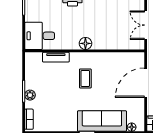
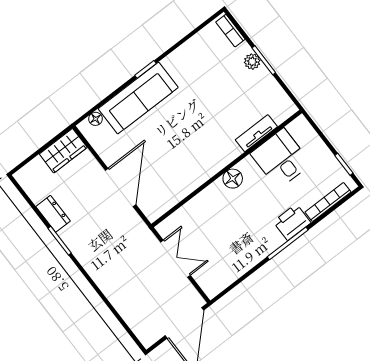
desk: (40, 36) -> (281, 159), moved, turned -90
coffee table: (85, 78) -> (199, 135), removed

